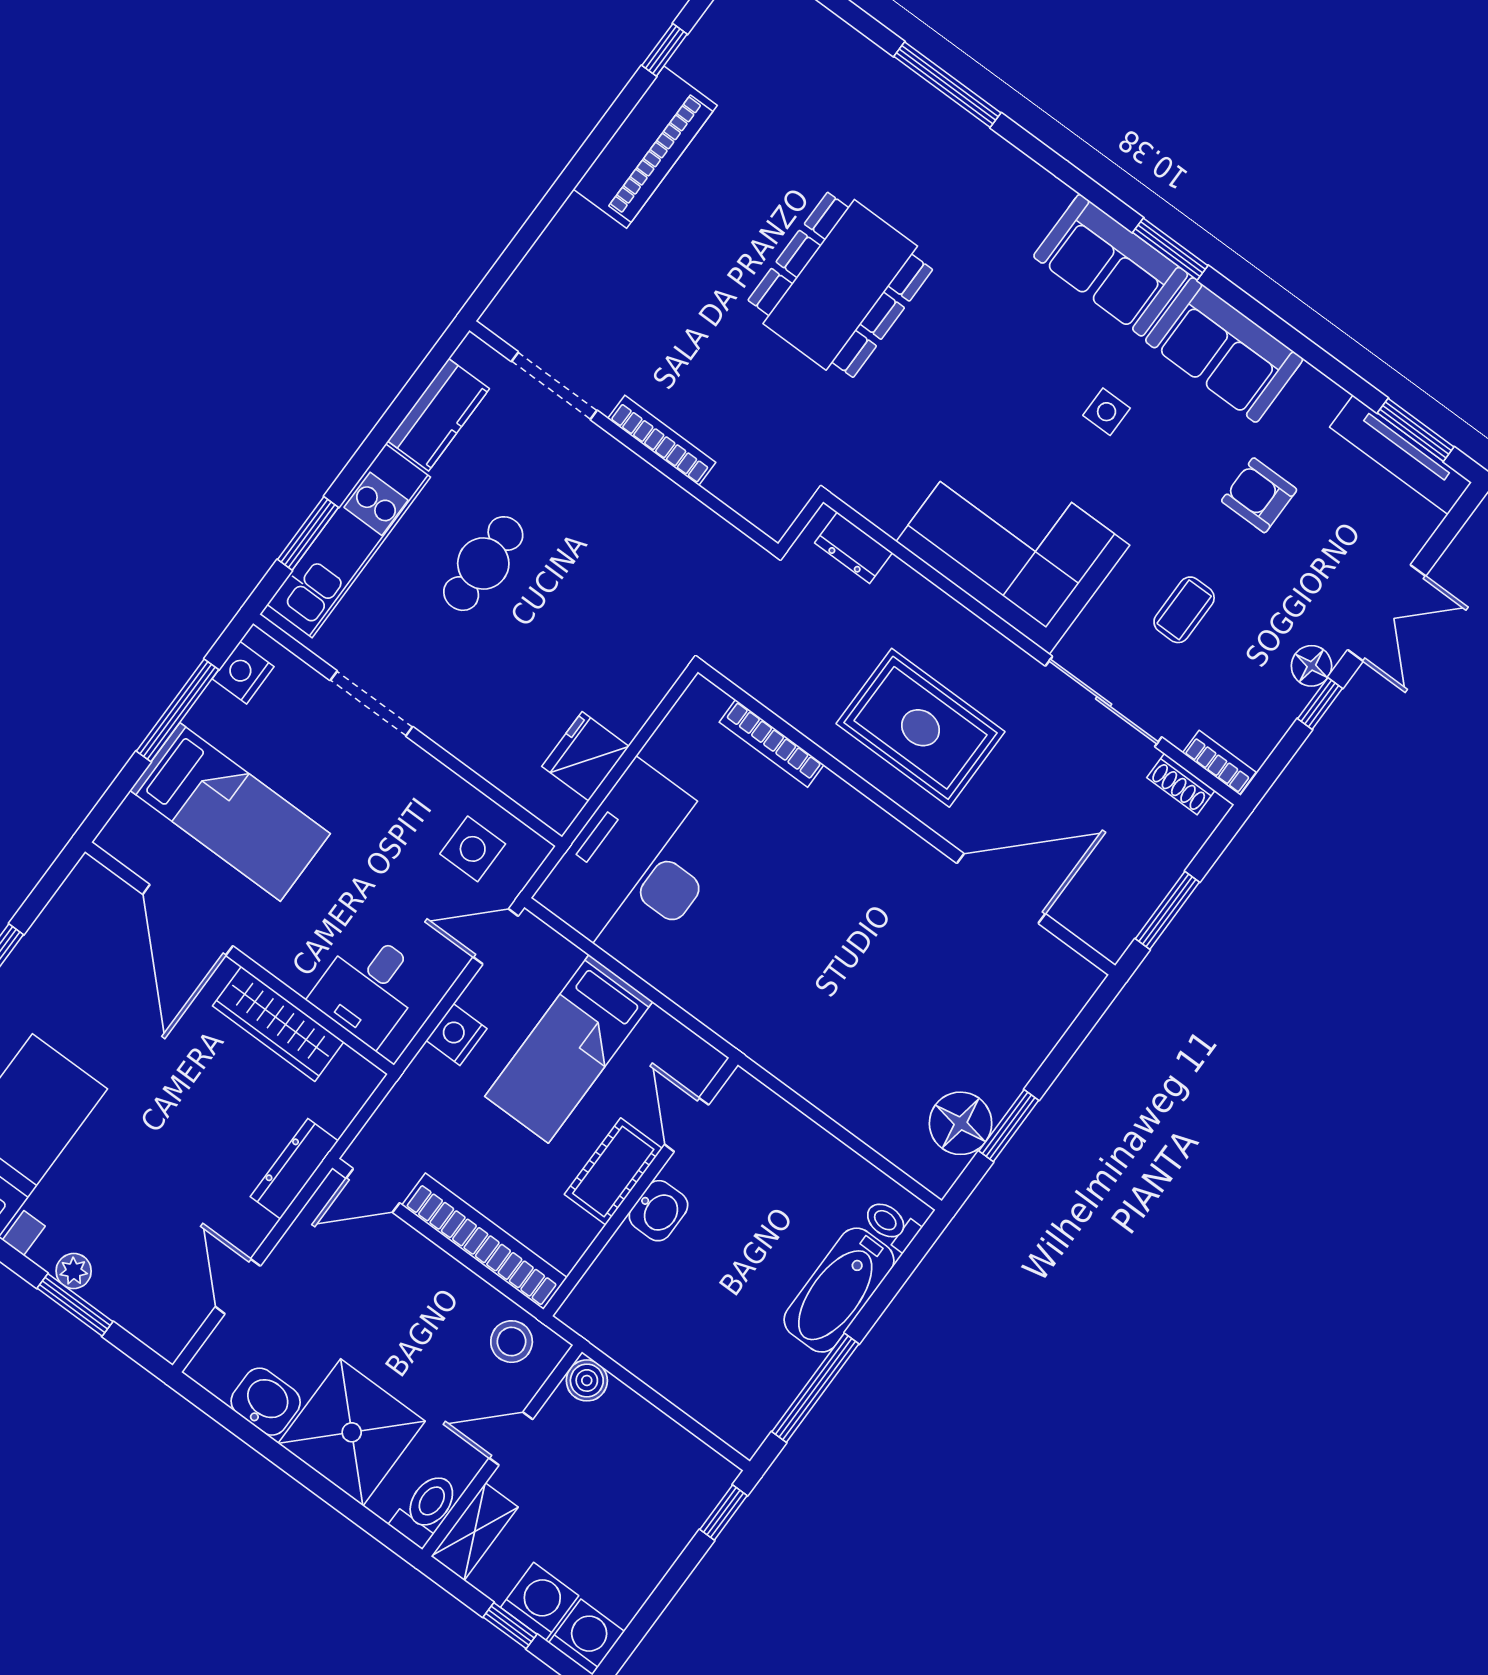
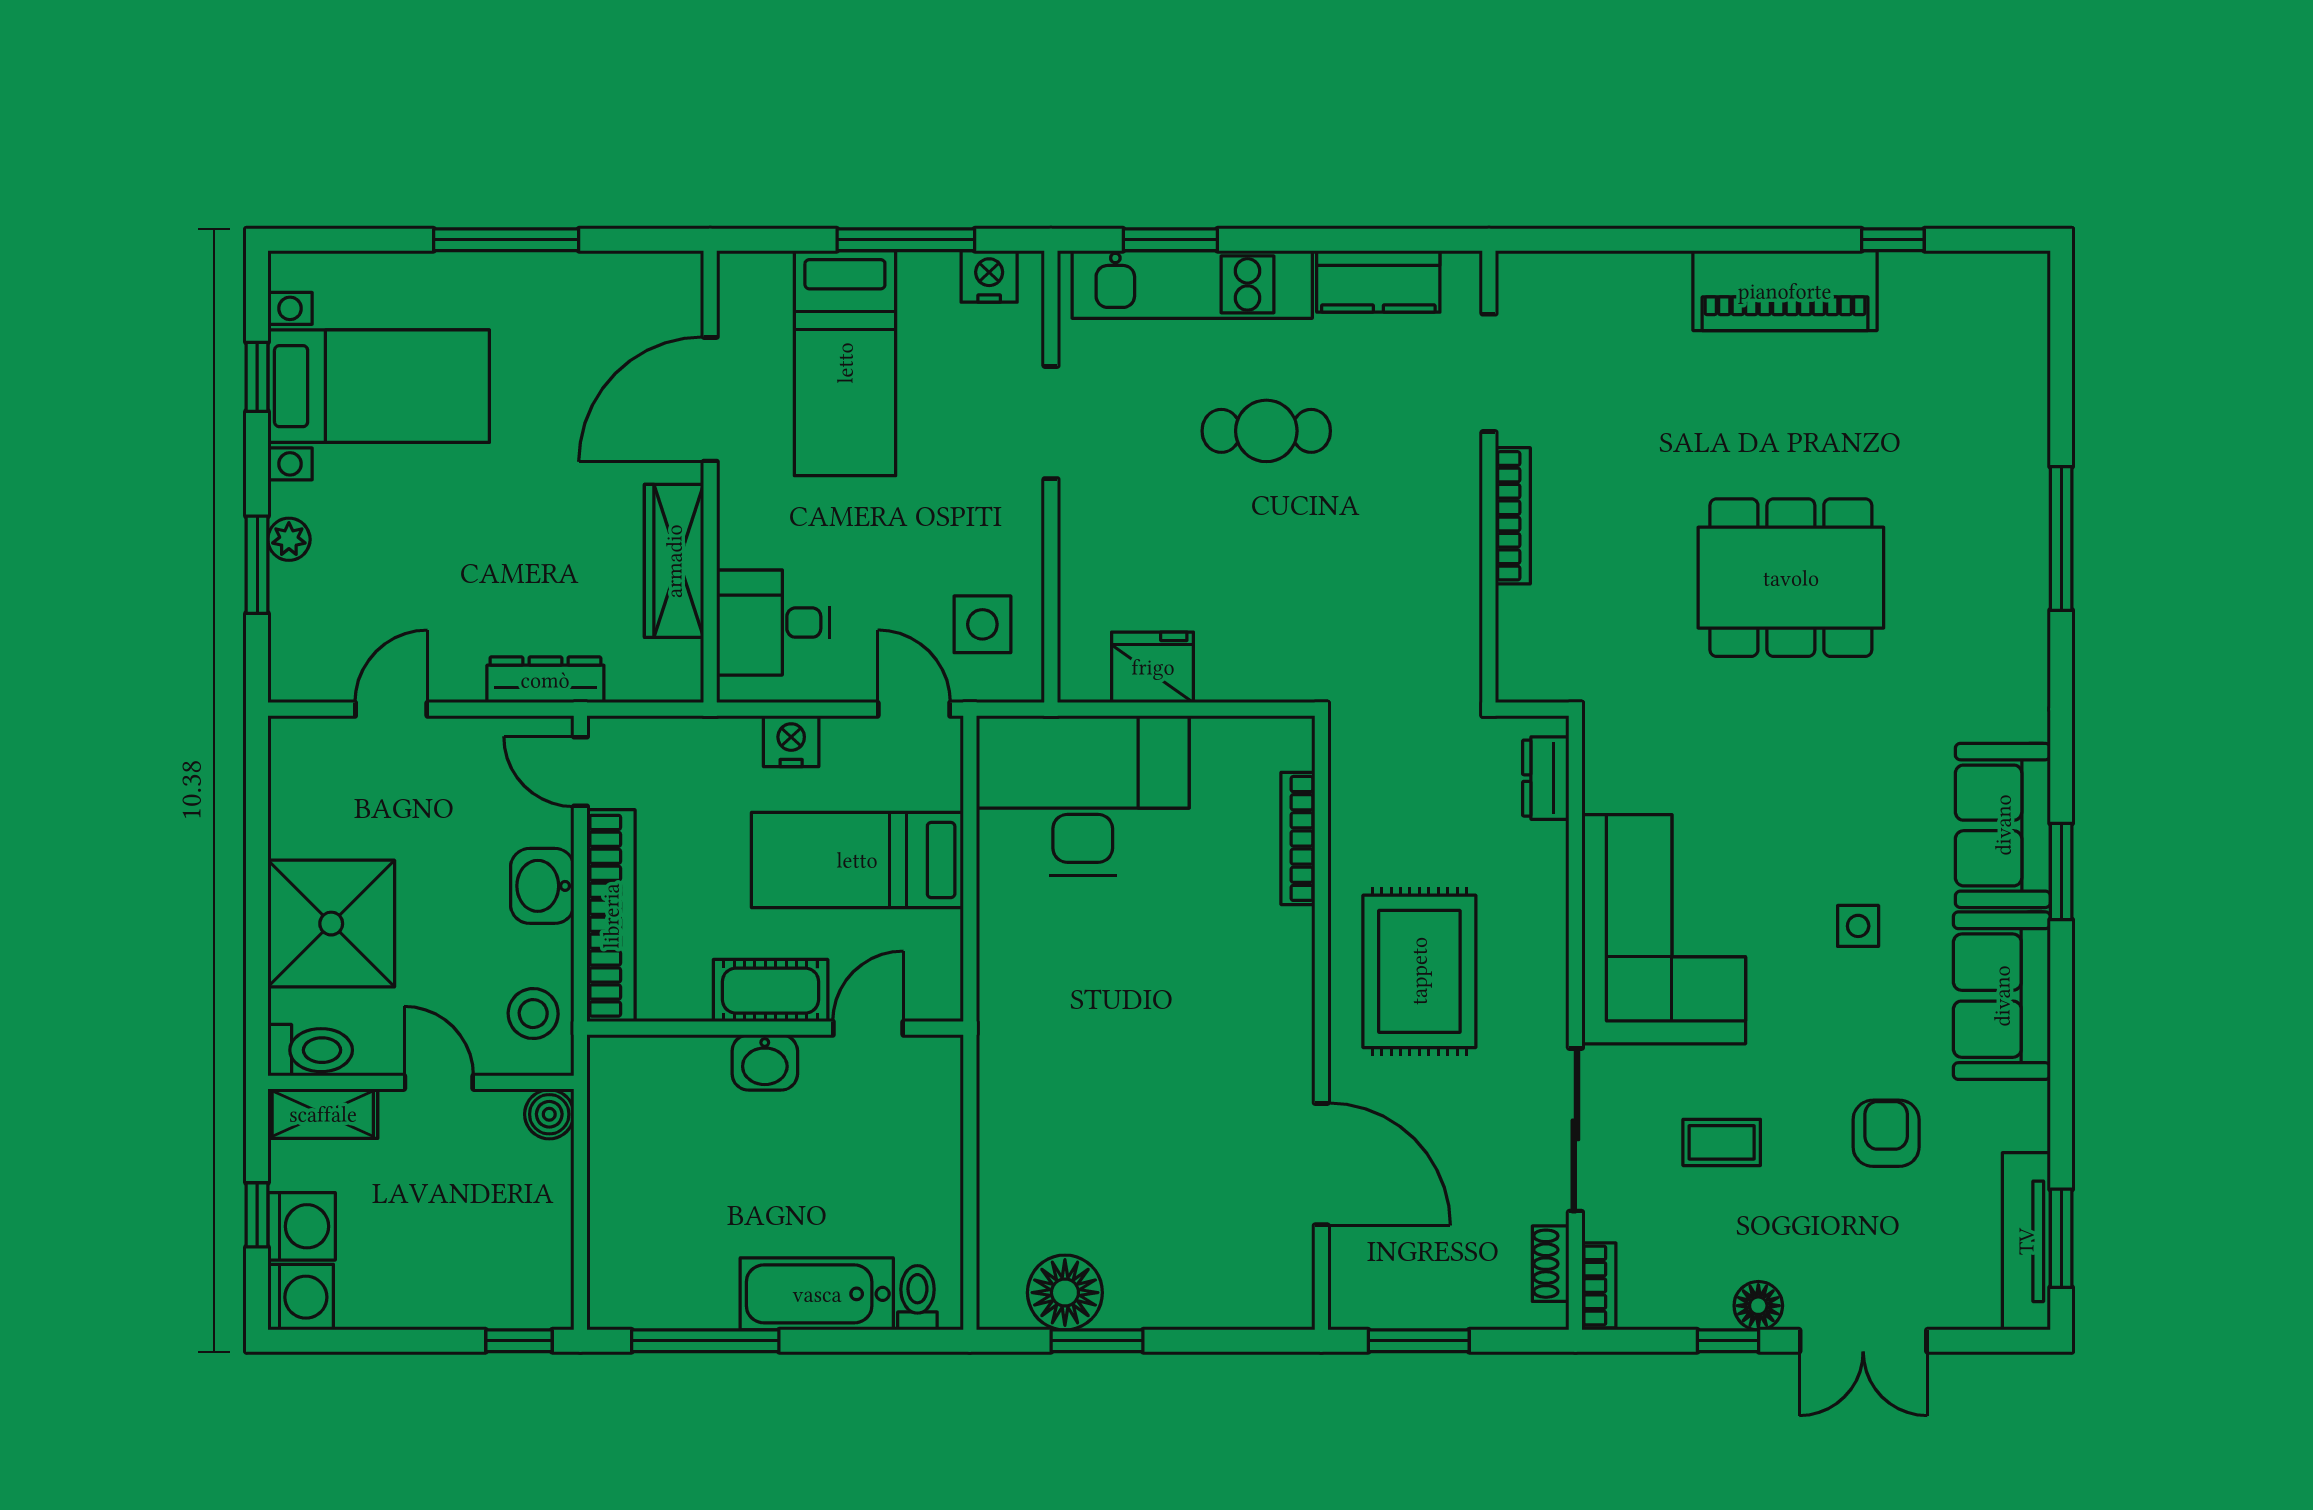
washbasin: (266, 1402) -> (542, 886), moved, turned 180

